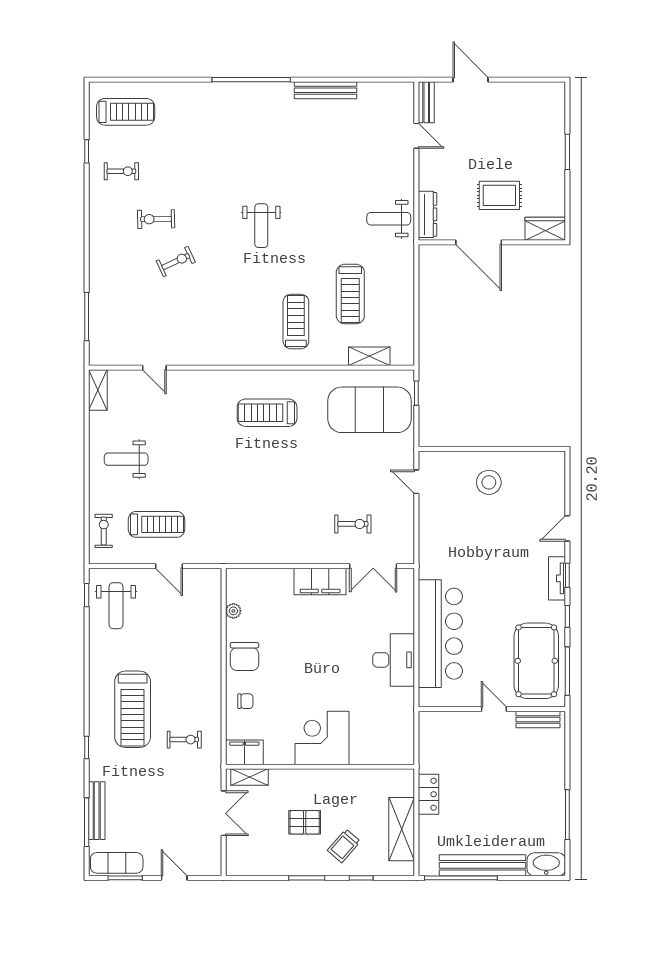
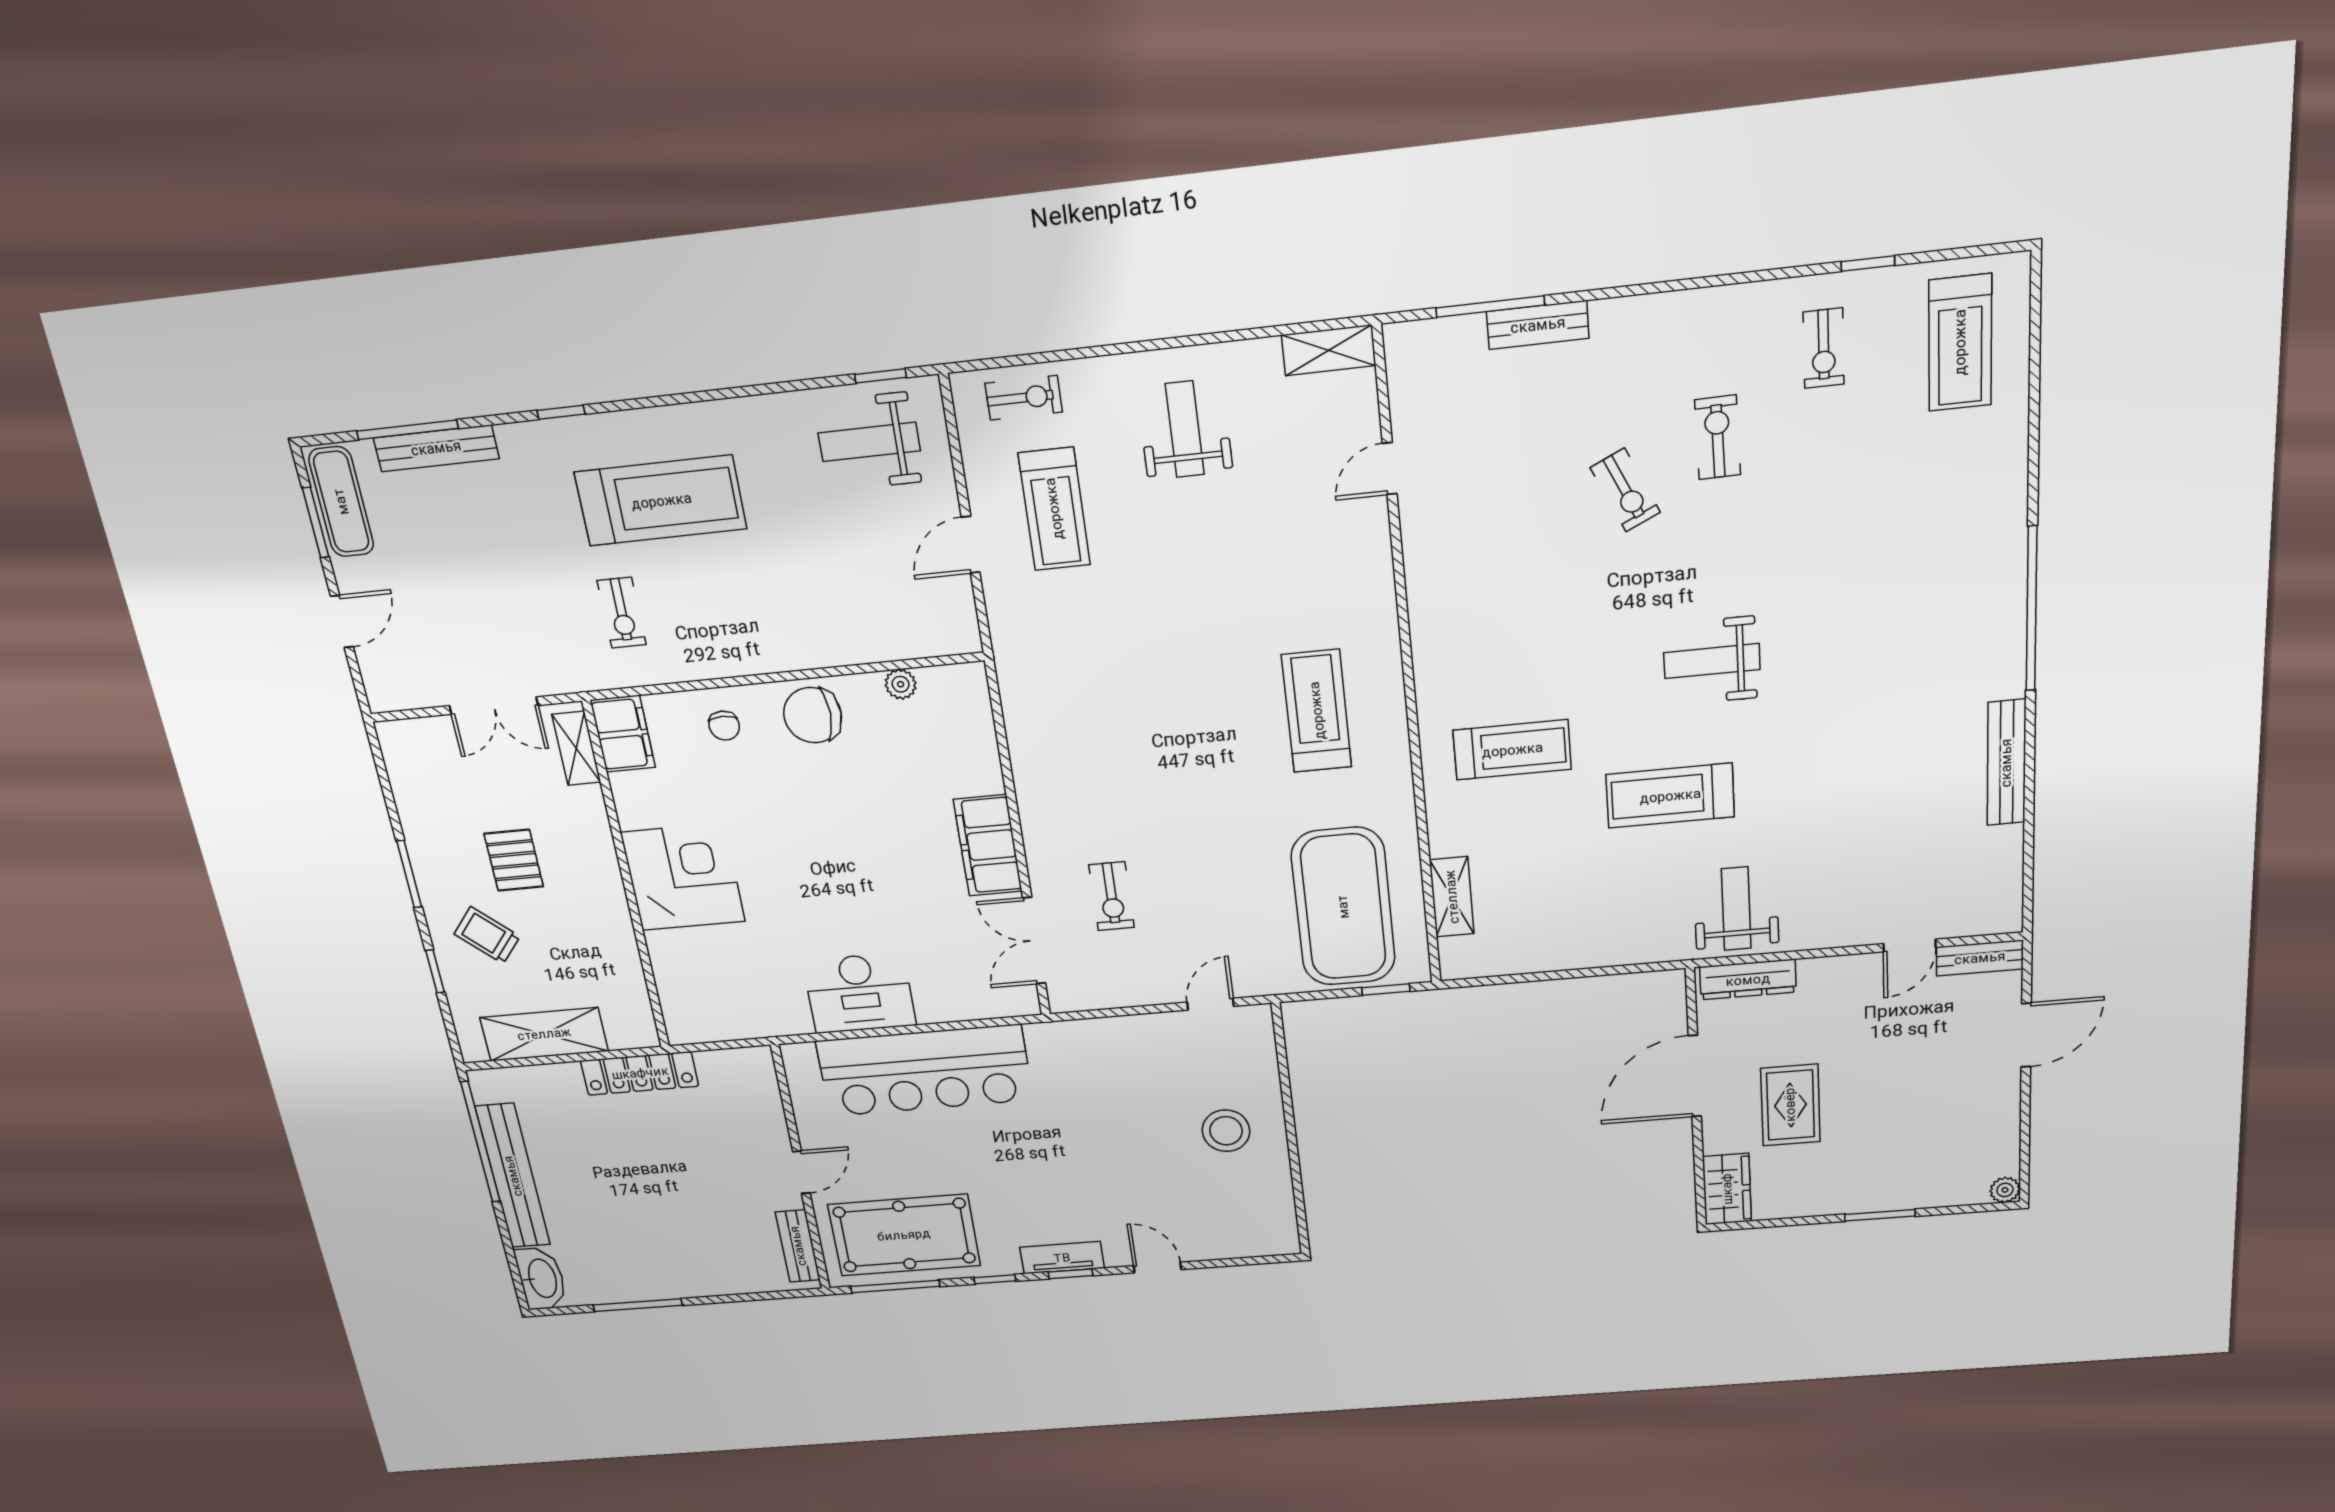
plant: (558, 89) -> (2005, 1190), added
treadmill: (350, 294) -> (1670, 796), moved
bench: (97, 296) -> (1538, 325), added
treadmill: (133, 709) -> (661, 501), turned 180
locker: (429, 794) -> (640, 1073), width x1.53

